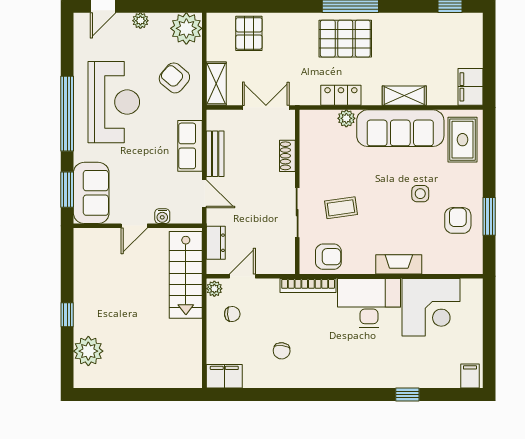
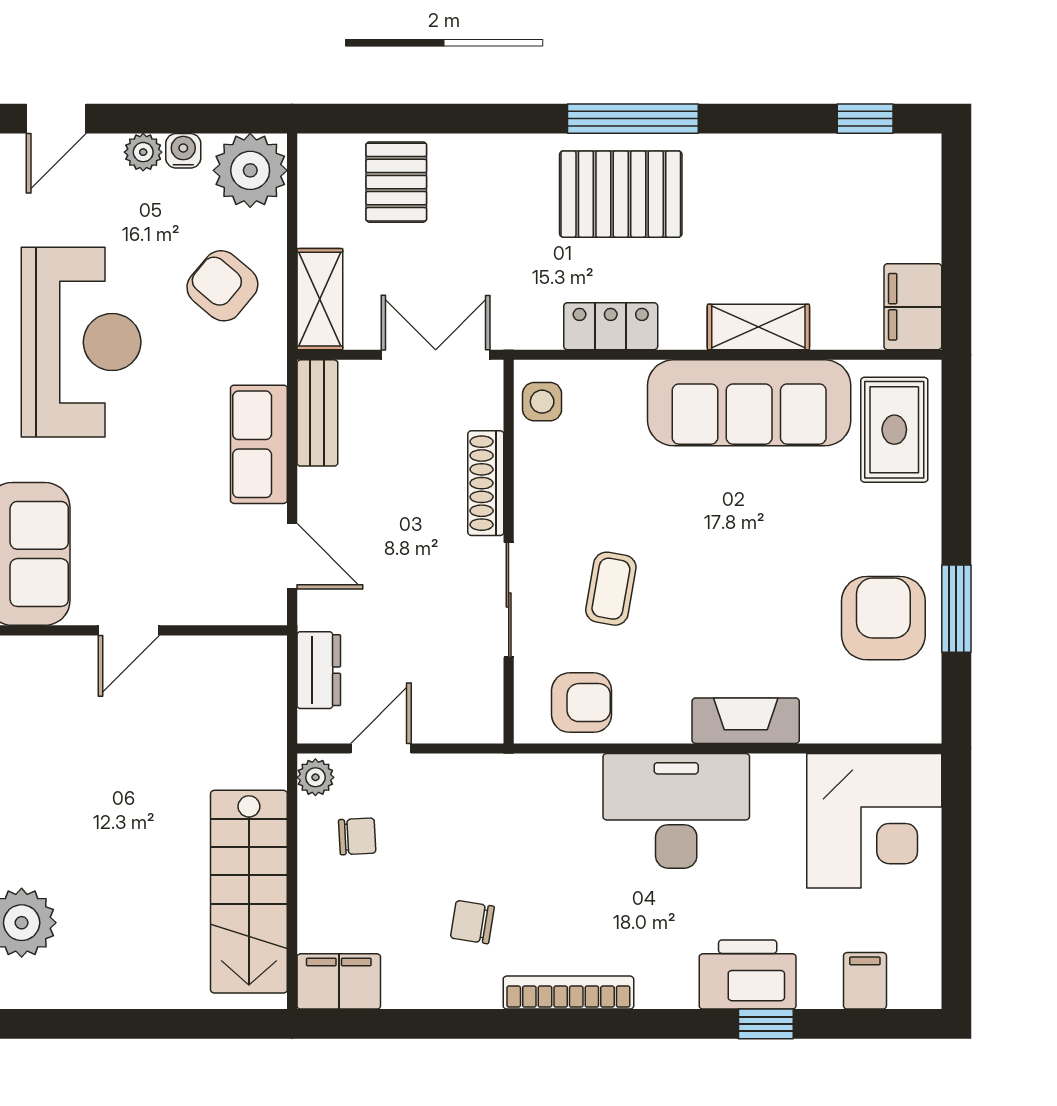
plant: (346, 118) -> (623, 380), removed
bench: (215, 154) -> (317, 413), moved
shoe rack: (287, 156) -> (486, 483), width x1.43
side table: (420, 194) -> (542, 402), moved
coffee table: (341, 208) -> (611, 589), turned -72
water cooler: (162, 216) -> (183, 151), moved, turned 180
armchair: (458, 220) -> (883, 618), width x1.38, depth x1.38
stairs: (186, 275) -> (249, 892), moved
bookcase: (308, 286) -> (568, 993), moved, turned 180
corner desk: (431, 307) -> (874, 821), moved
chair: (282, 351) -> (472, 922), turned 93
printer: (400, 373) -> (748, 975), added
filing cabinet: (470, 376) -> (865, 981), moved

